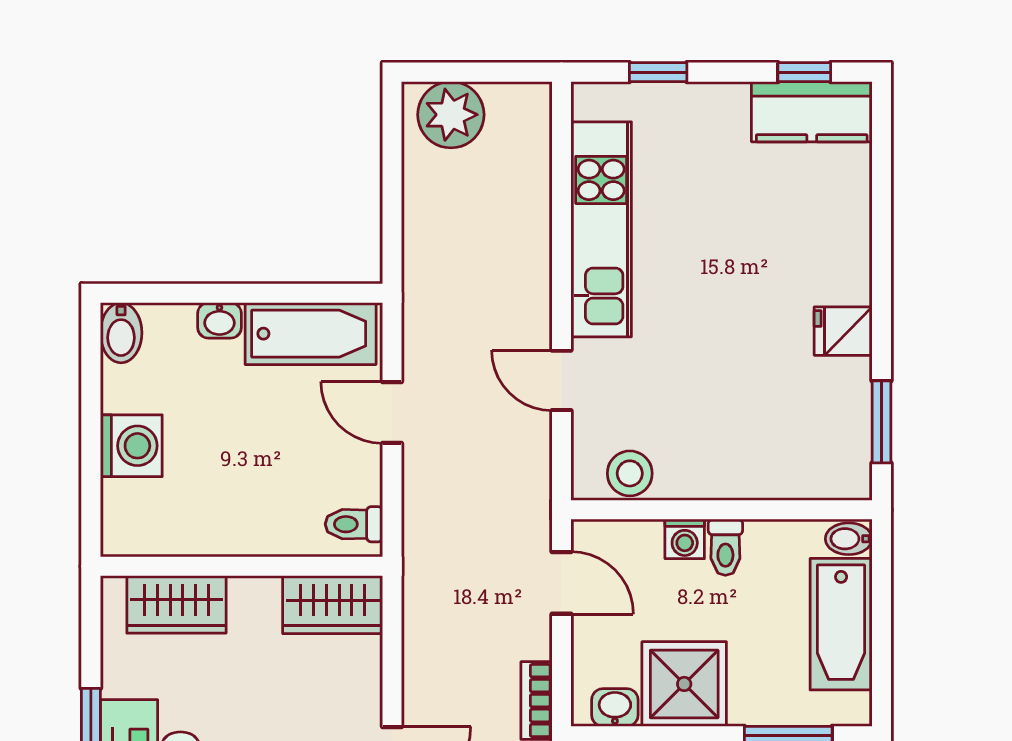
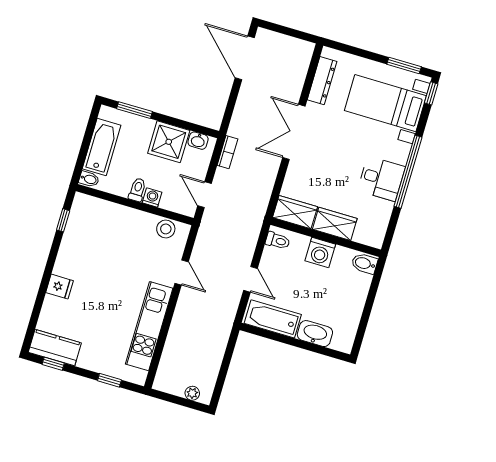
plant: (451, 115) -> (192, 393), width x0.53, depth x0.53
washbasin: (219, 320) -> (315, 334), width x1.91, depth x1.45
fridge: (843, 331) -> (60, 287), moved
bidet: (121, 333) -> (364, 263), moved, turned -90
window: (881, 422) -> (63, 220), width x0.67
washing machine: (131, 446) -> (320, 252), moved, turned -90
wardrobe: (176, 604) -> (335, 224), moved

